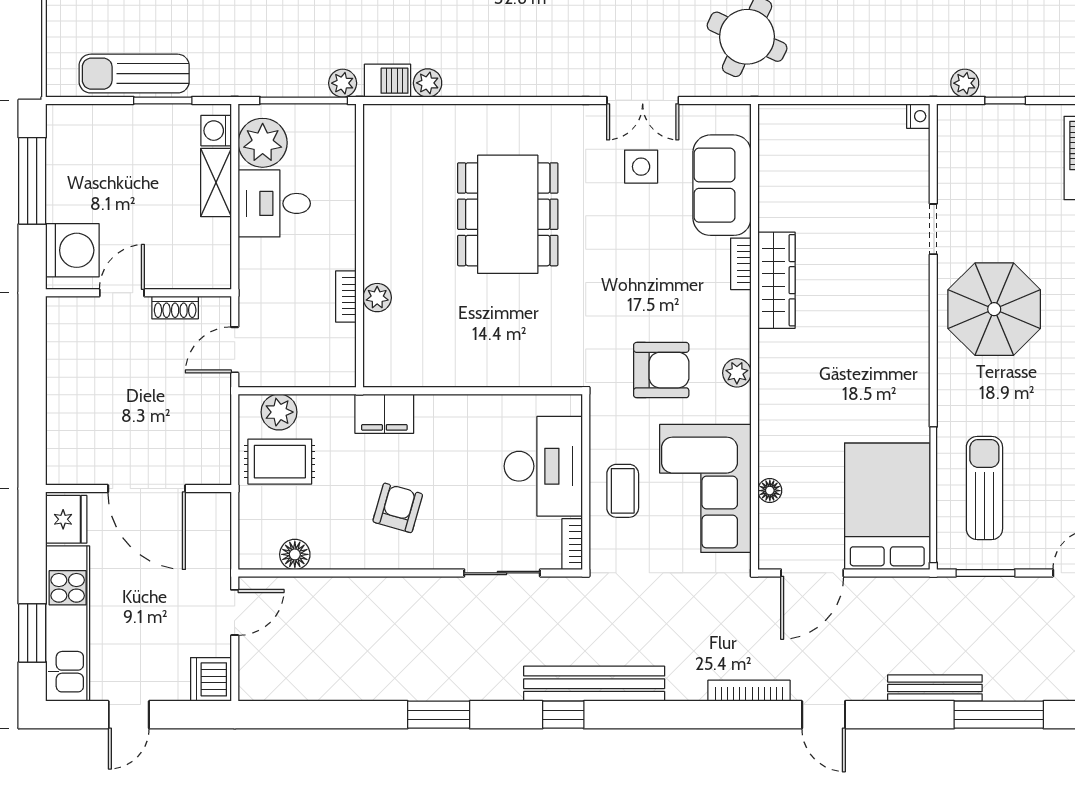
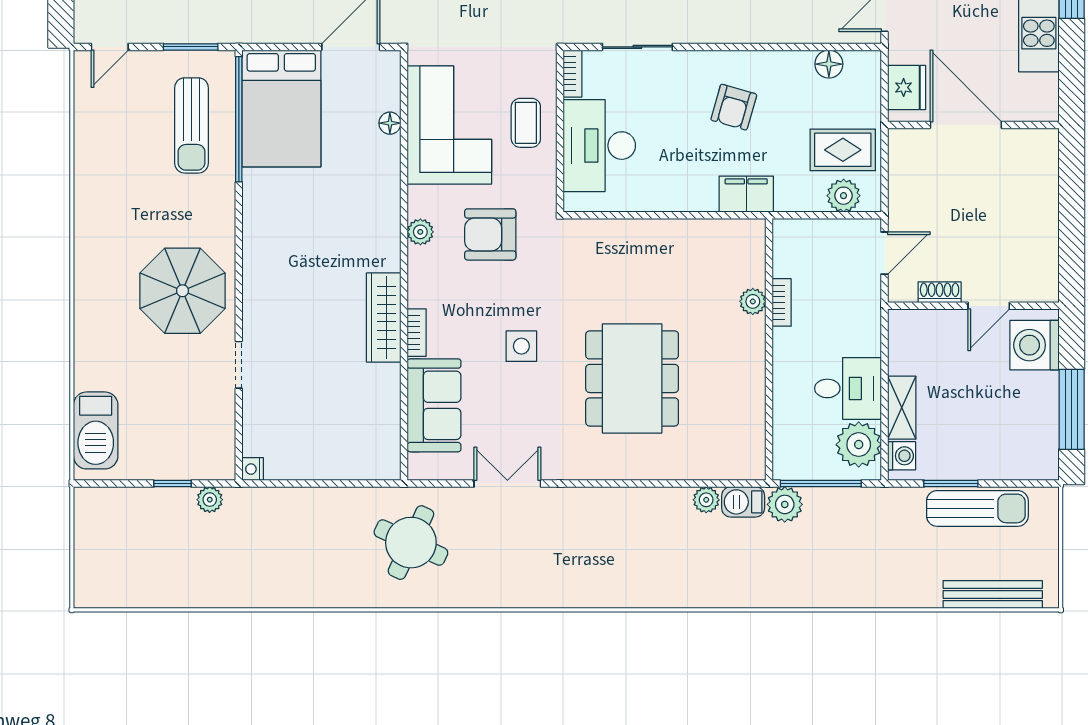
plant: (343, 83) -> (785, 504), width x1.38, depth x1.38
side table: (641, 167) -> (521, 346), moved
fridge: (66, 519) -> (907, 87), moved, turned 180

